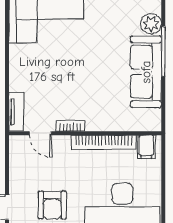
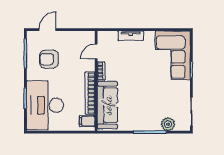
sofa: (146, 72) -> (107, 105), moved, turned 90
tv unit: (16, 112) -> (131, 36), moved

